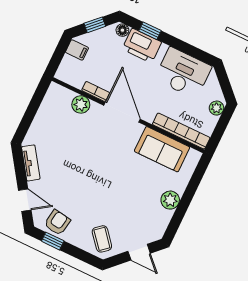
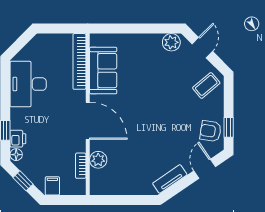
printer: (142, 46) -> (18, 139), width x0.53, depth x0.68
bookcase: (96, 91) -> (81, 166), moved
plant: (217, 108) -> (45, 40), removed
door: (122, 112) -> (88, 121), swing flipped
plant: (170, 200) -> (171, 42), moved

